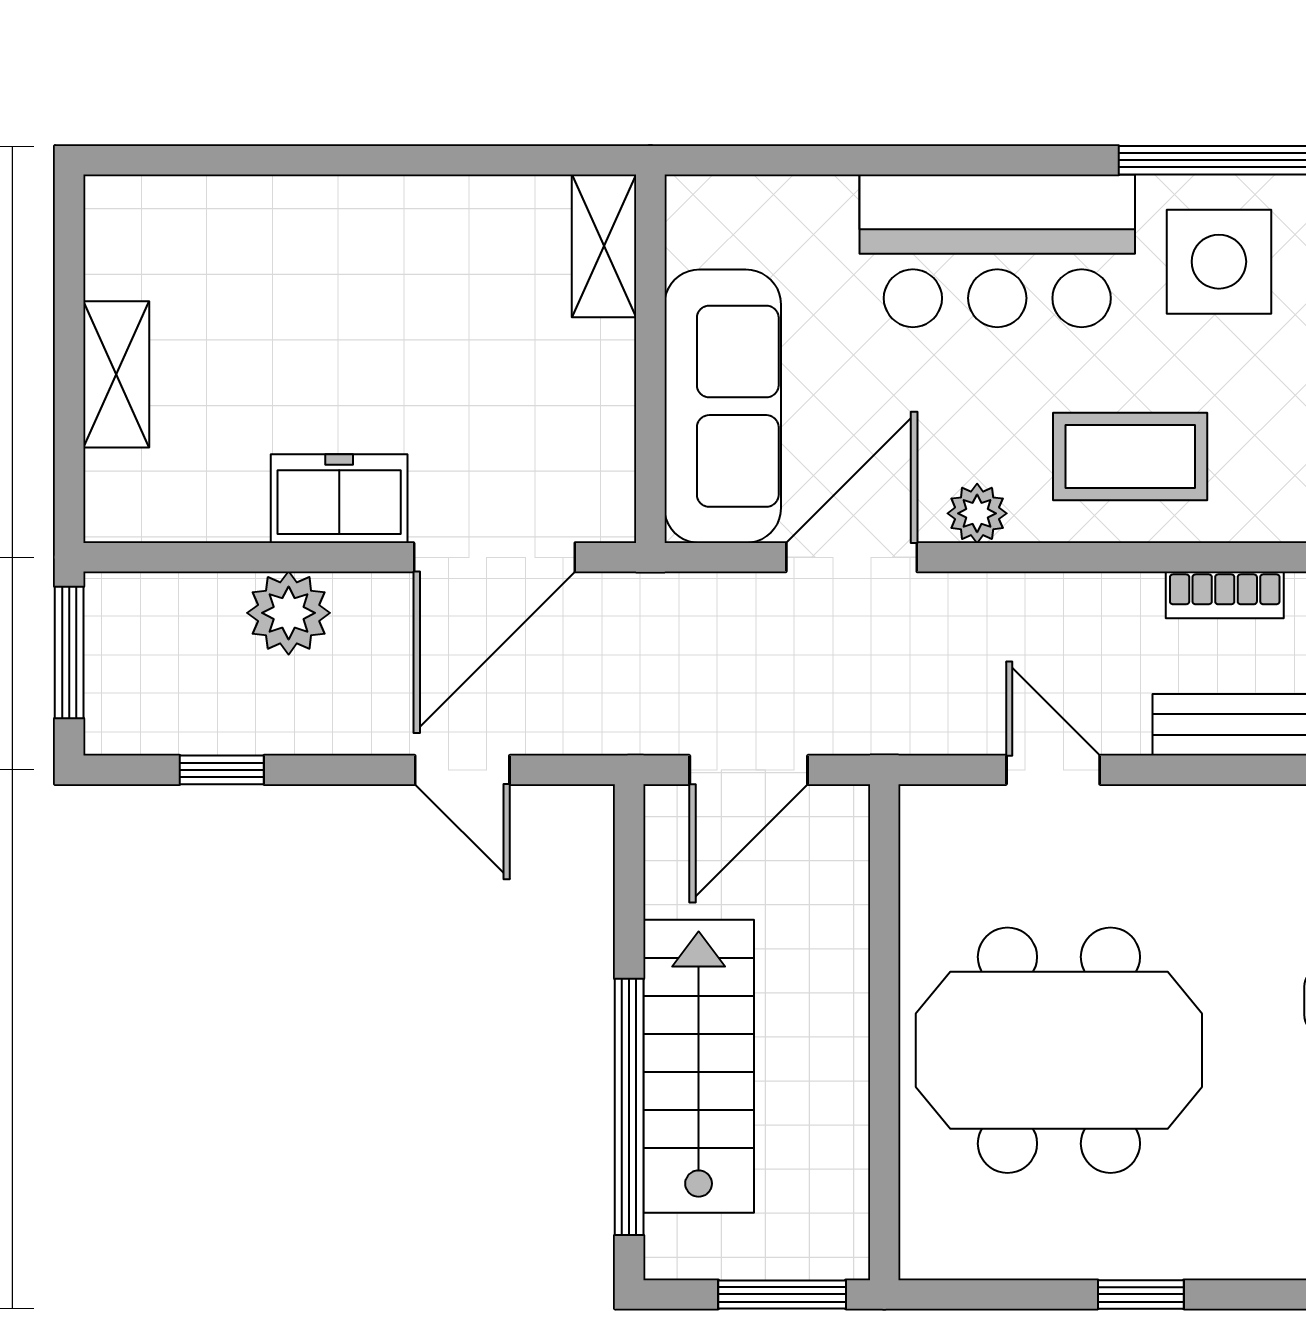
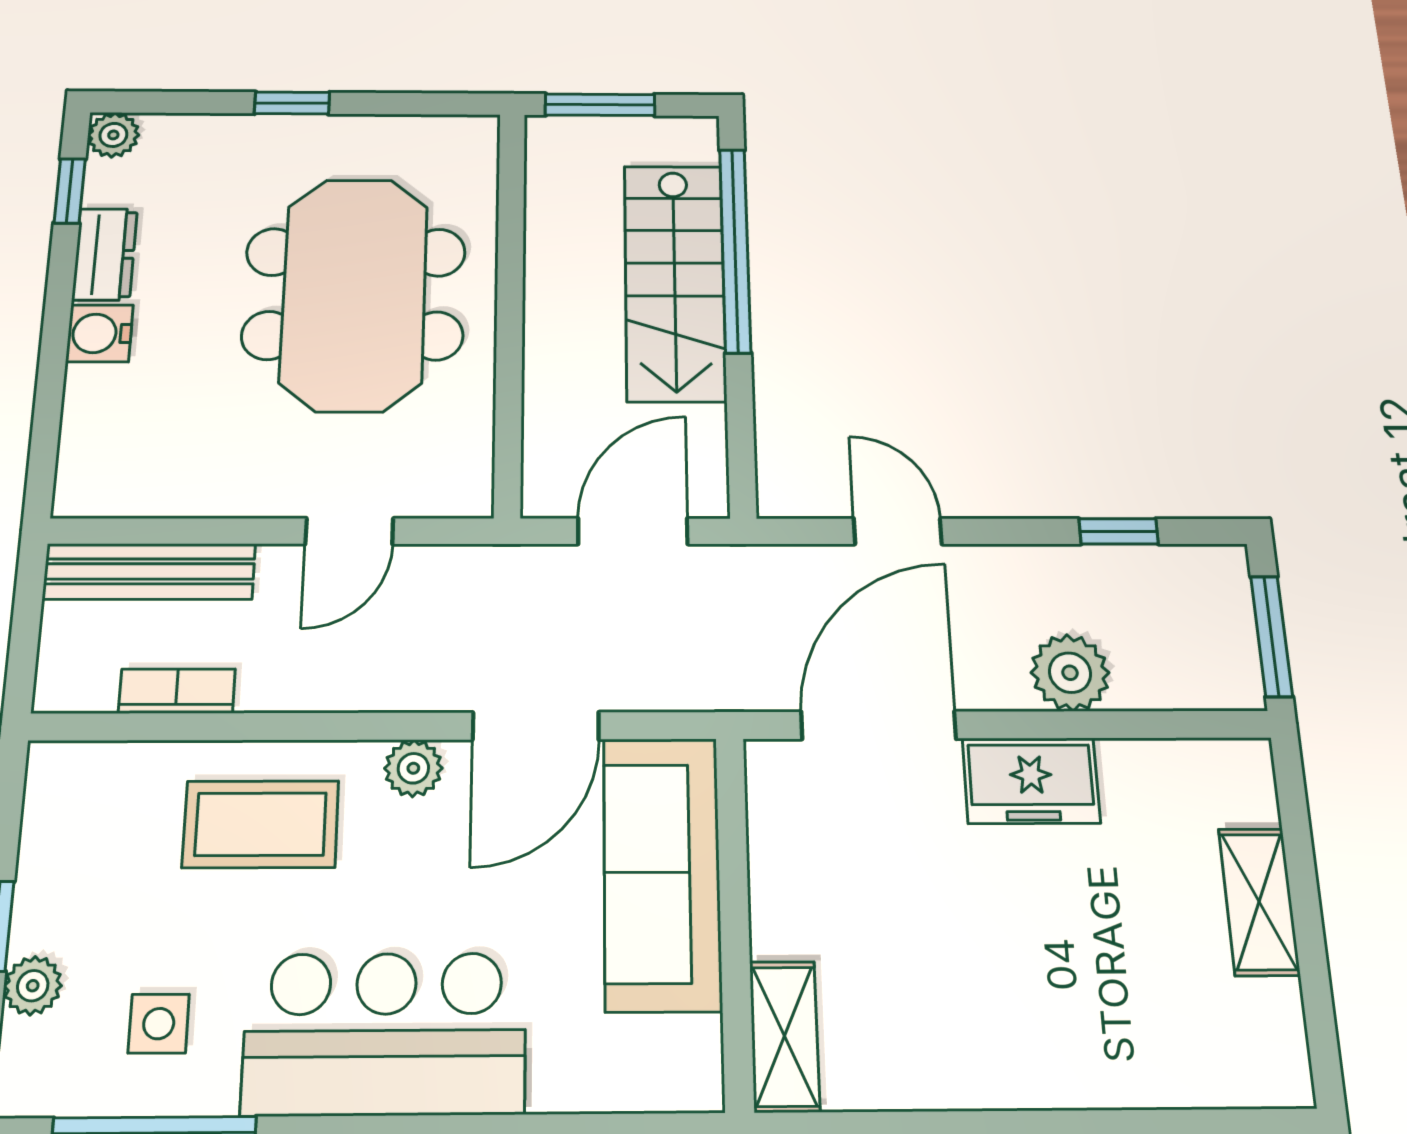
side table: (1219, 262) -> (159, 1024), width x0.54, depth x0.54
door: (1053, 770) -> (349, 531), hinge flipped
meeting table: (1059, 1050) -> (354, 294), turned 90

